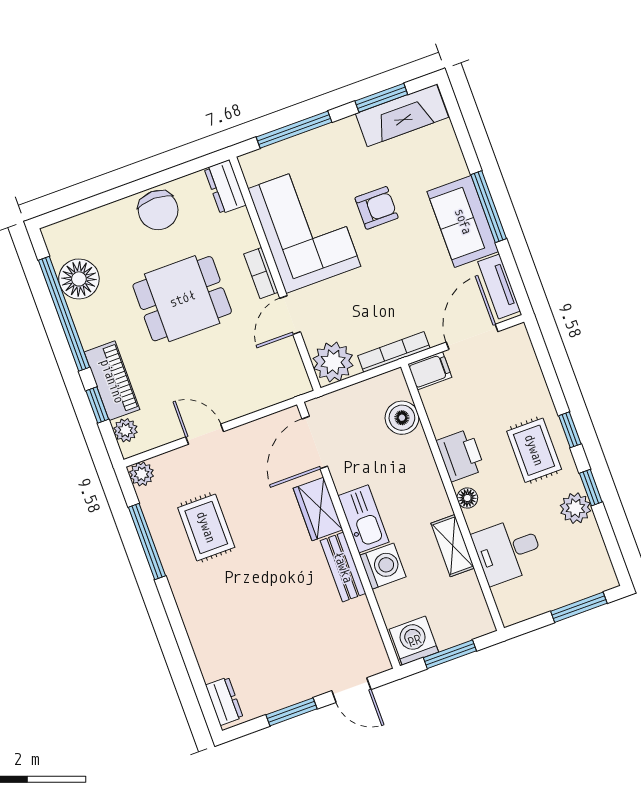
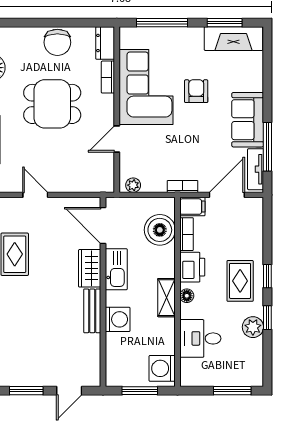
window: (489, 207) -> (267, 147), moved
armchair: (377, 208) -> (196, 91), turned -90
bookcase: (261, 273) -> (108, 77), moved
bookcase: (394, 352) -> (182, 186), width x0.64
plant: (333, 362) -> (133, 185), width x0.53, depth x0.53
bookcase: (436, 412) -> (187, 234), added
boiler: (402, 418) -> (160, 230), width x1.37, depth x1.37
door: (315, 443) -> (103, 226), hinge flipped
kitchen sink: (363, 519) -> (116, 269), moved
shelving: (453, 546) -> (167, 298), moved
washing machine: (414, 641) -> (162, 368), moved, turned -90
door: (351, 690) -> (69, 391), hinge flipped

